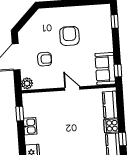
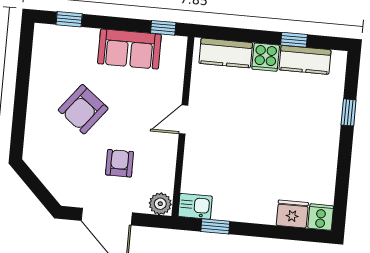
armchair: (69, 36) -> (83, 109), turned -52
sofa: (105, 69) -> (129, 49), moved
kitchen sink: (30, 126) -> (195, 206), moved

